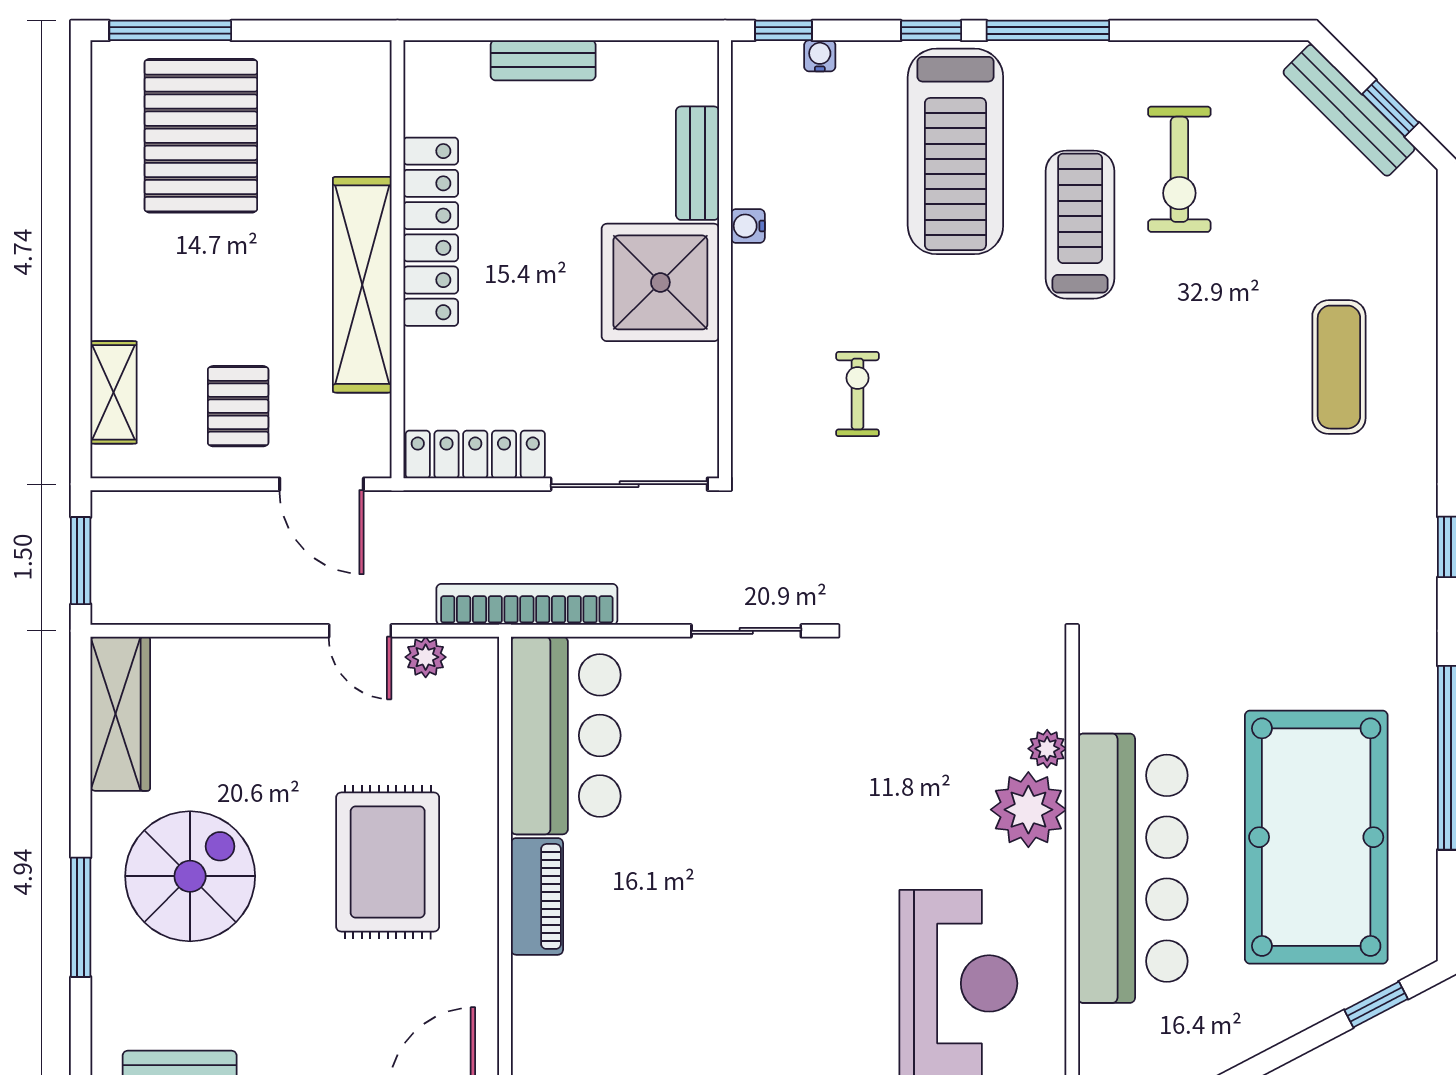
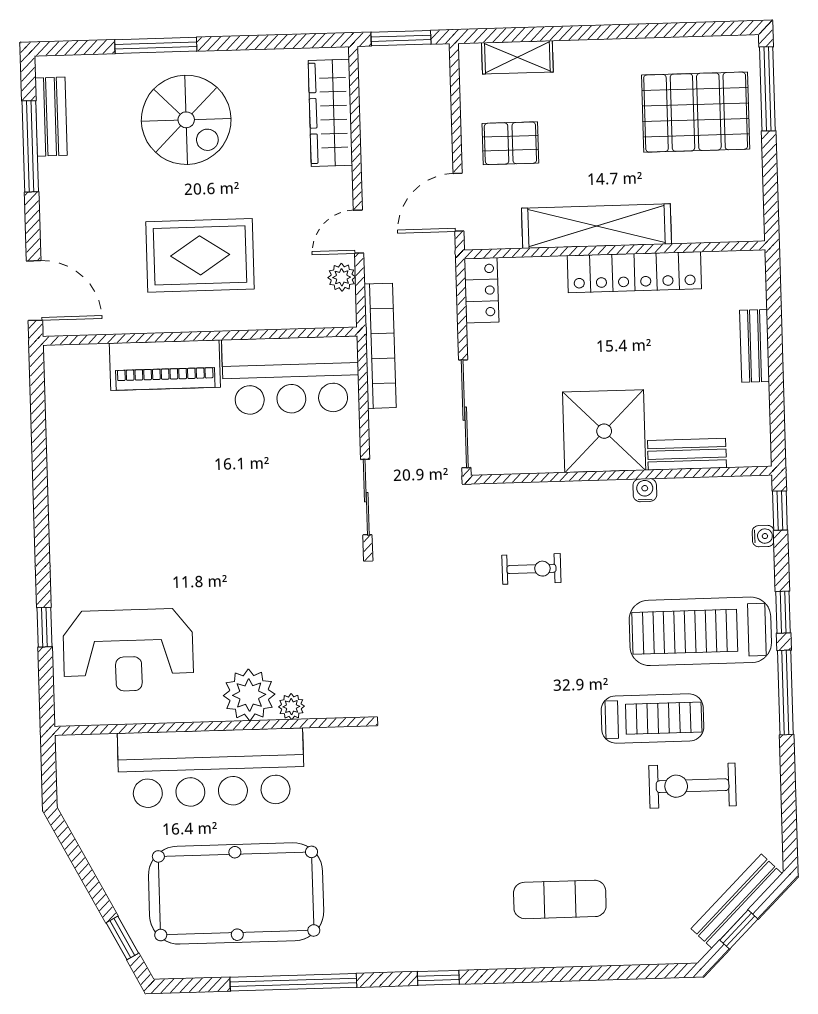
locker: (475, 454) -> (482, 290), width x0.66
wardrobe: (120, 714) -> (330, 113), moved, turned 90
piano: (537, 896) -> (165, 365), width x1.37, depth x1.33

